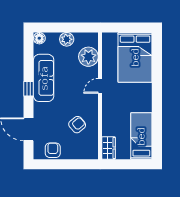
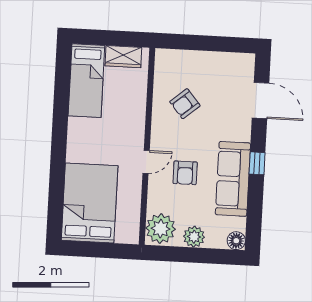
plant: (88, 57) -> (161, 229), moved
wardrobe: (109, 148) -> (123, 57), moved, turned -90
armchair: (53, 150) -> (185, 173), moved

